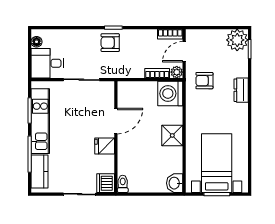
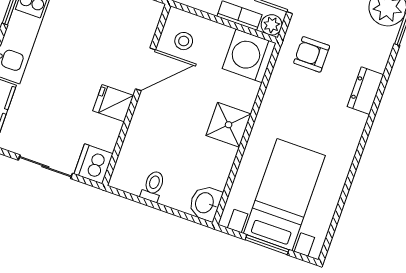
stool: (131, 98) -> (184, 41), added
toilet: (123, 184) -> (153, 186), moved

